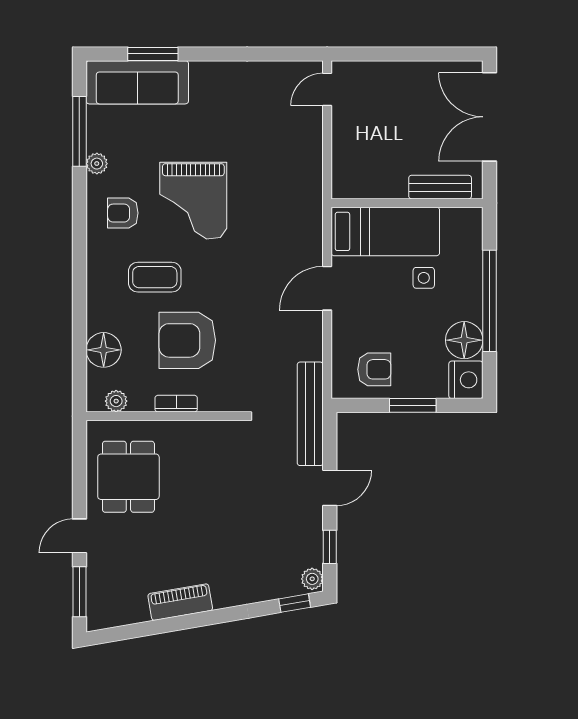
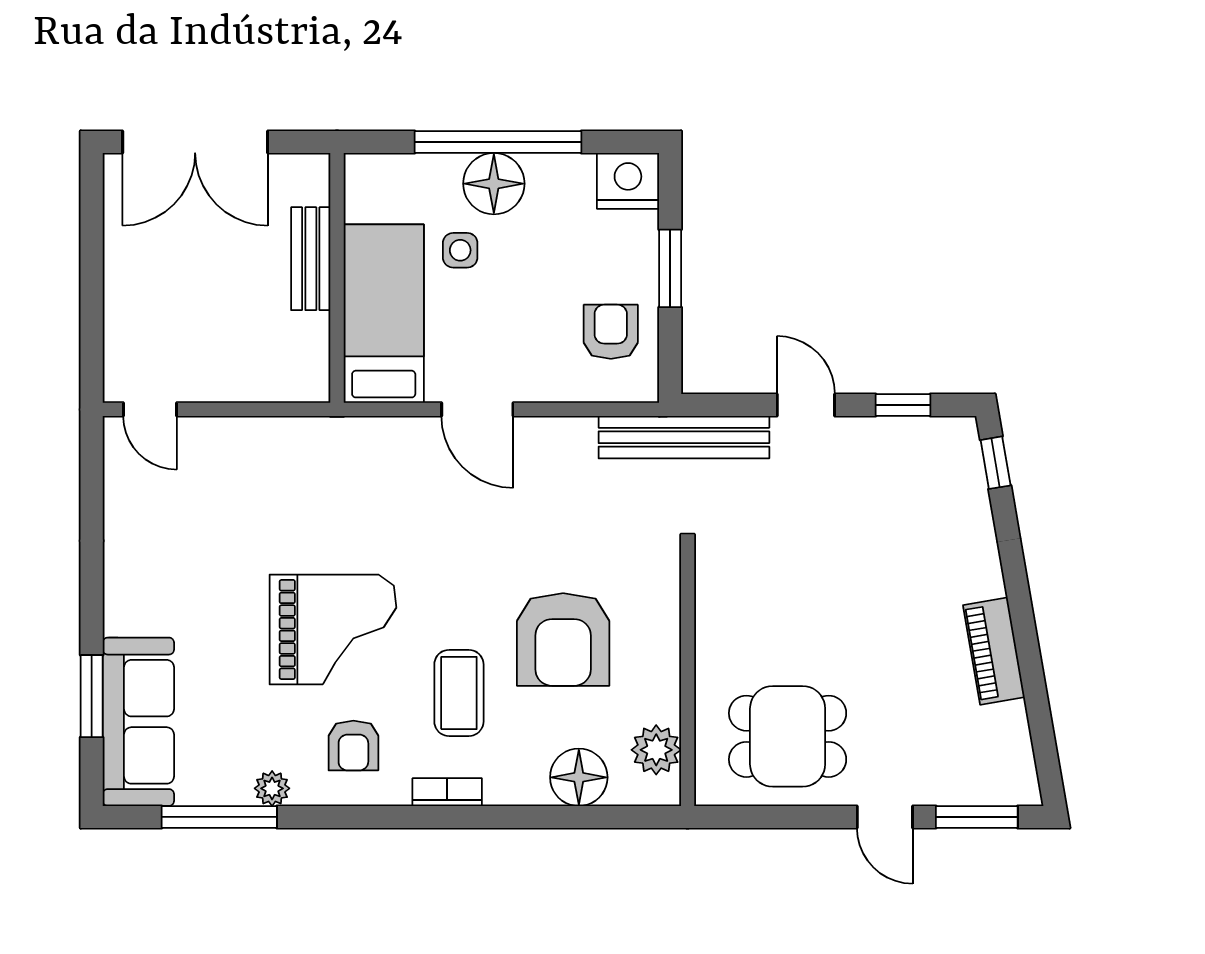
bench: (440, 187) -> (311, 259), moved
floor lamp: (464, 340) -> (494, 184), moved
plant: (116, 401) -> (656, 750), width x1.38, depth x1.38
bookcase: (176, 404) -> (447, 792), moved, turned 90
plant: (312, 579) -> (956, 434), removed

